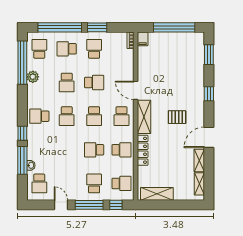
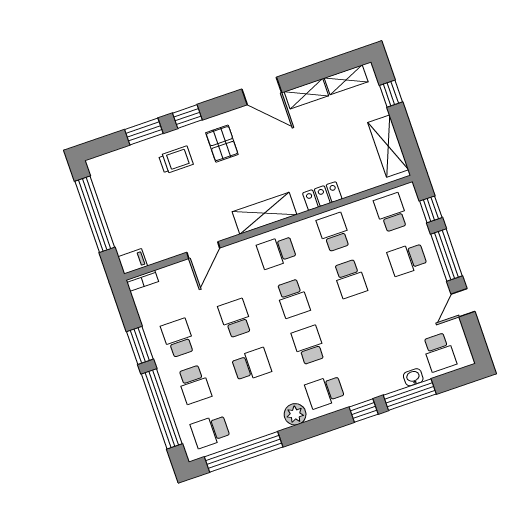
school desk: (94, 49) -> (178, 338), turned 90
window: (209, 55) -> (144, 131), moved
plant: (33, 77) -> (295, 414), moved
trolley: (188, 80) -> (176, 160), added
door: (136, 90) -> (203, 250), moved
school desk: (39, 116) -> (325, 392), turned 90
school desk: (67, 116) -> (309, 345), turned -90
school desk: (94, 116) -> (293, 298), turned 90
school desk: (122, 116) -> (277, 252), turned 180
pallet: (177, 117) -> (222, 144), moved
locker: (143, 150) -> (322, 196), width x0.66
school desk: (39, 183) -> (439, 352), turned 90
window: (184, 205) -> (391, 94), added

